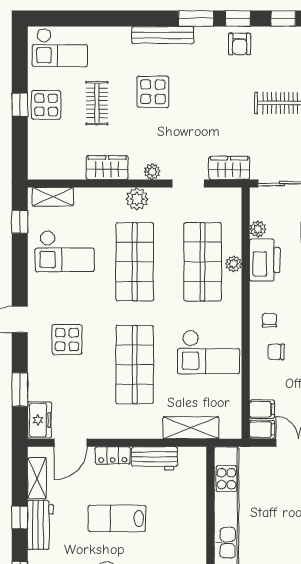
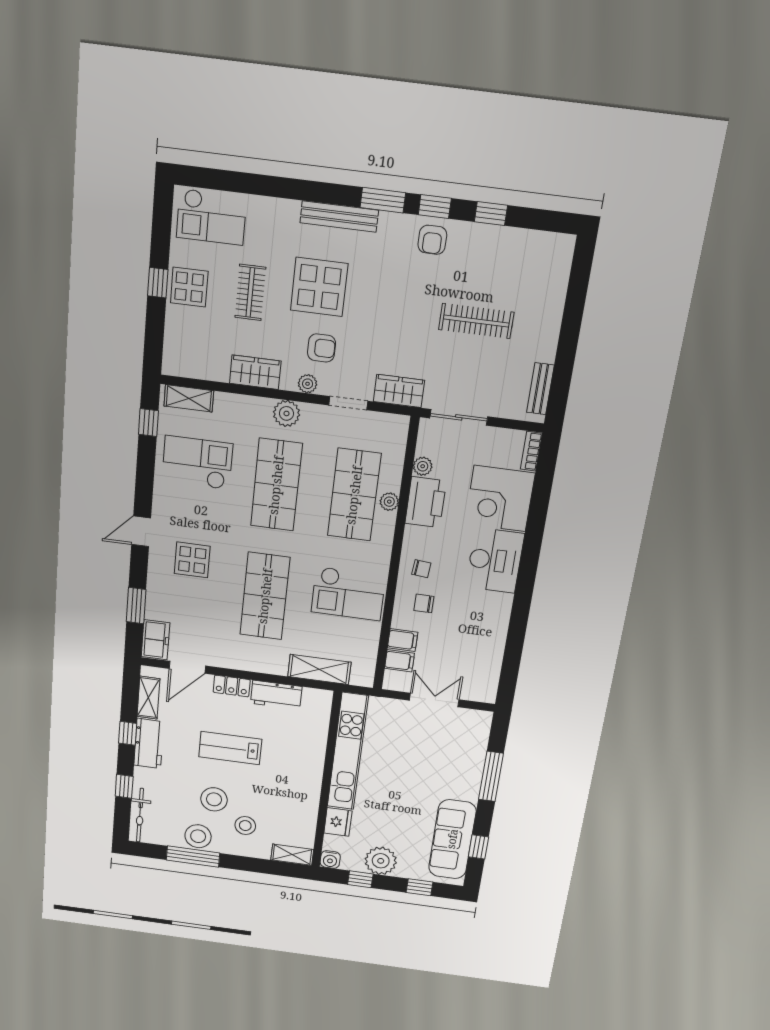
display table: (153, 92) -> (319, 287), width x1.36, depth x1.36
armchair: (160, 141) -> (322, 348), added
checkout: (65, 251) -> (197, 463), turned 180
chair: (269, 320) -> (421, 569), turned 95
filing cabinet: (262, 429) -> (403, 640), moved

